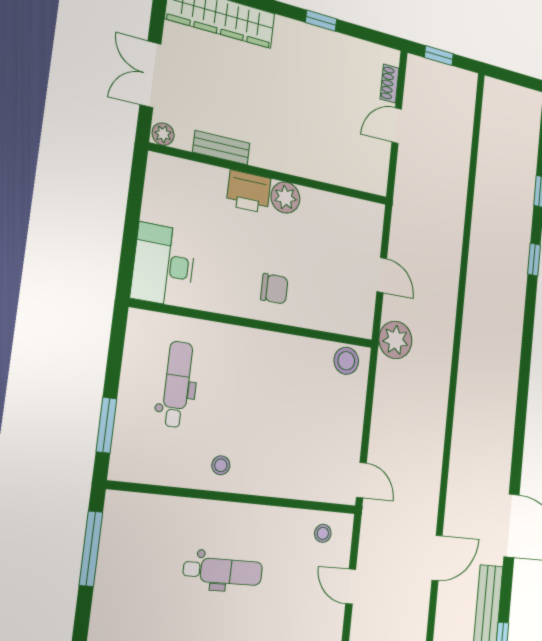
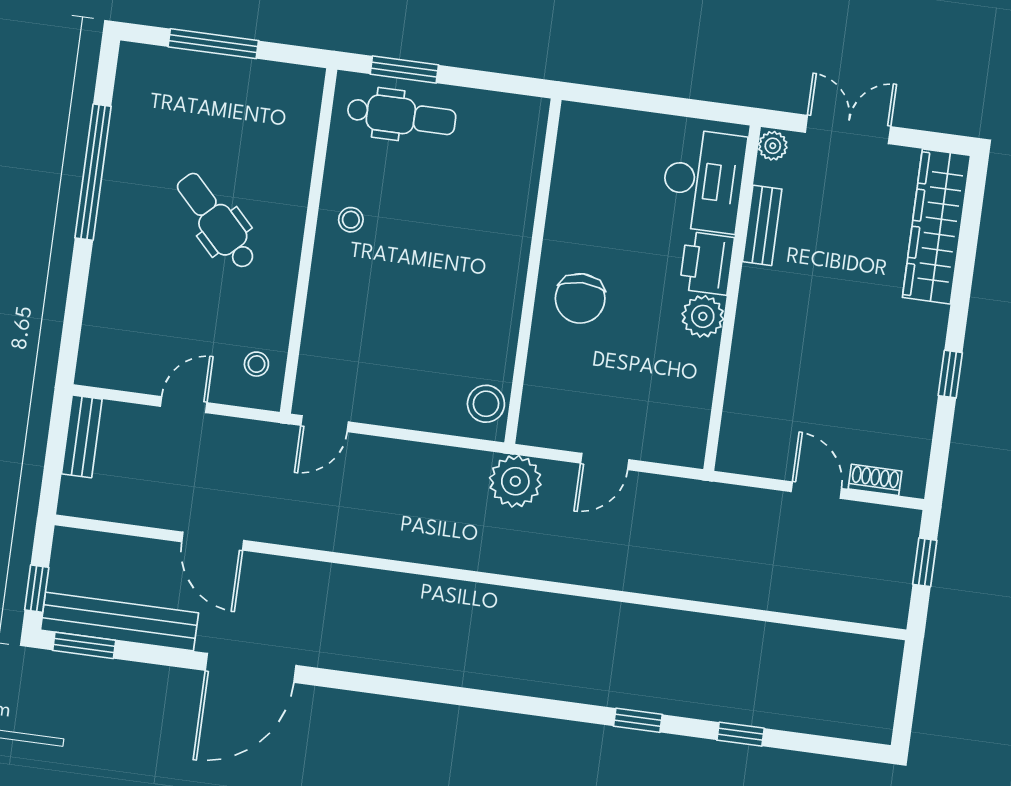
desk: (164, 265) -> (703, 181), moved, turned 90
chair: (274, 289) -> (580, 298), width x1.37, depth x1.37
dental chair: (177, 384) -> (402, 116), moved
window: (91, 549) -> (213, 44), moved
dental chair: (223, 571) -> (216, 221), turned 136

